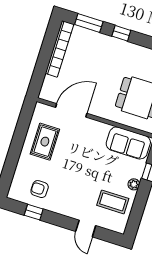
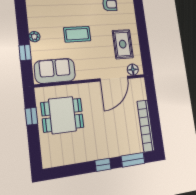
floor lamp: (46, 111) -> (133, 70), added
coffee table: (113, 202) -> (77, 34), moved

